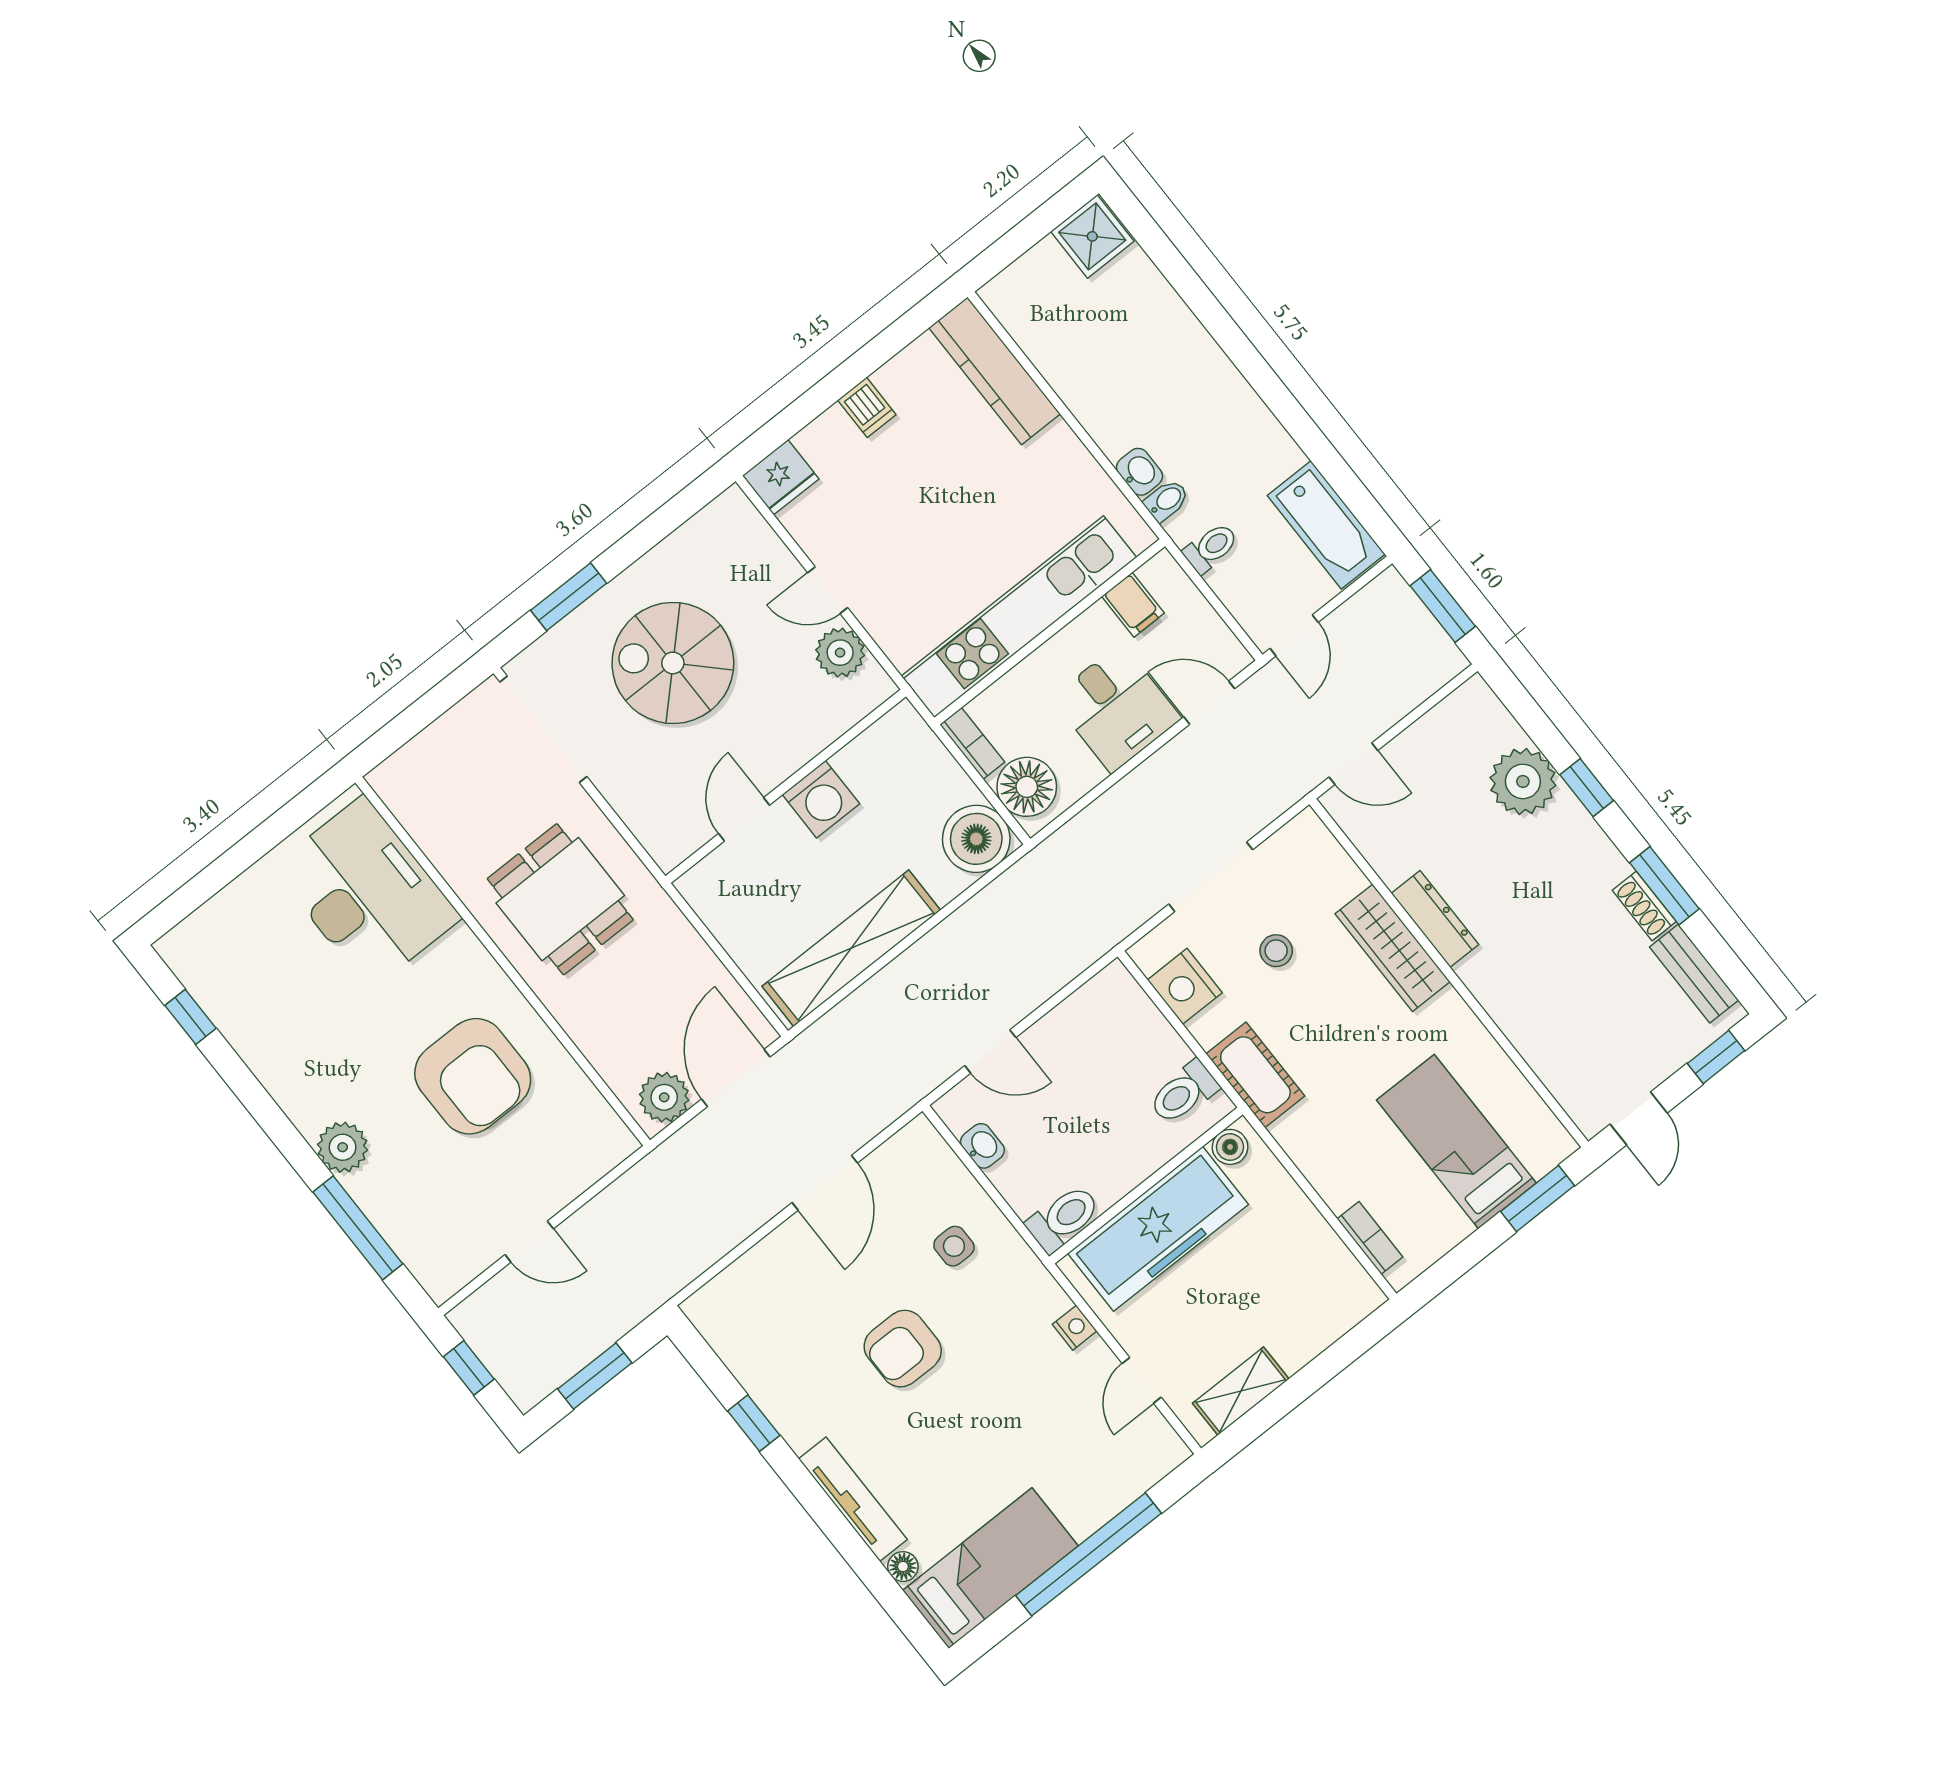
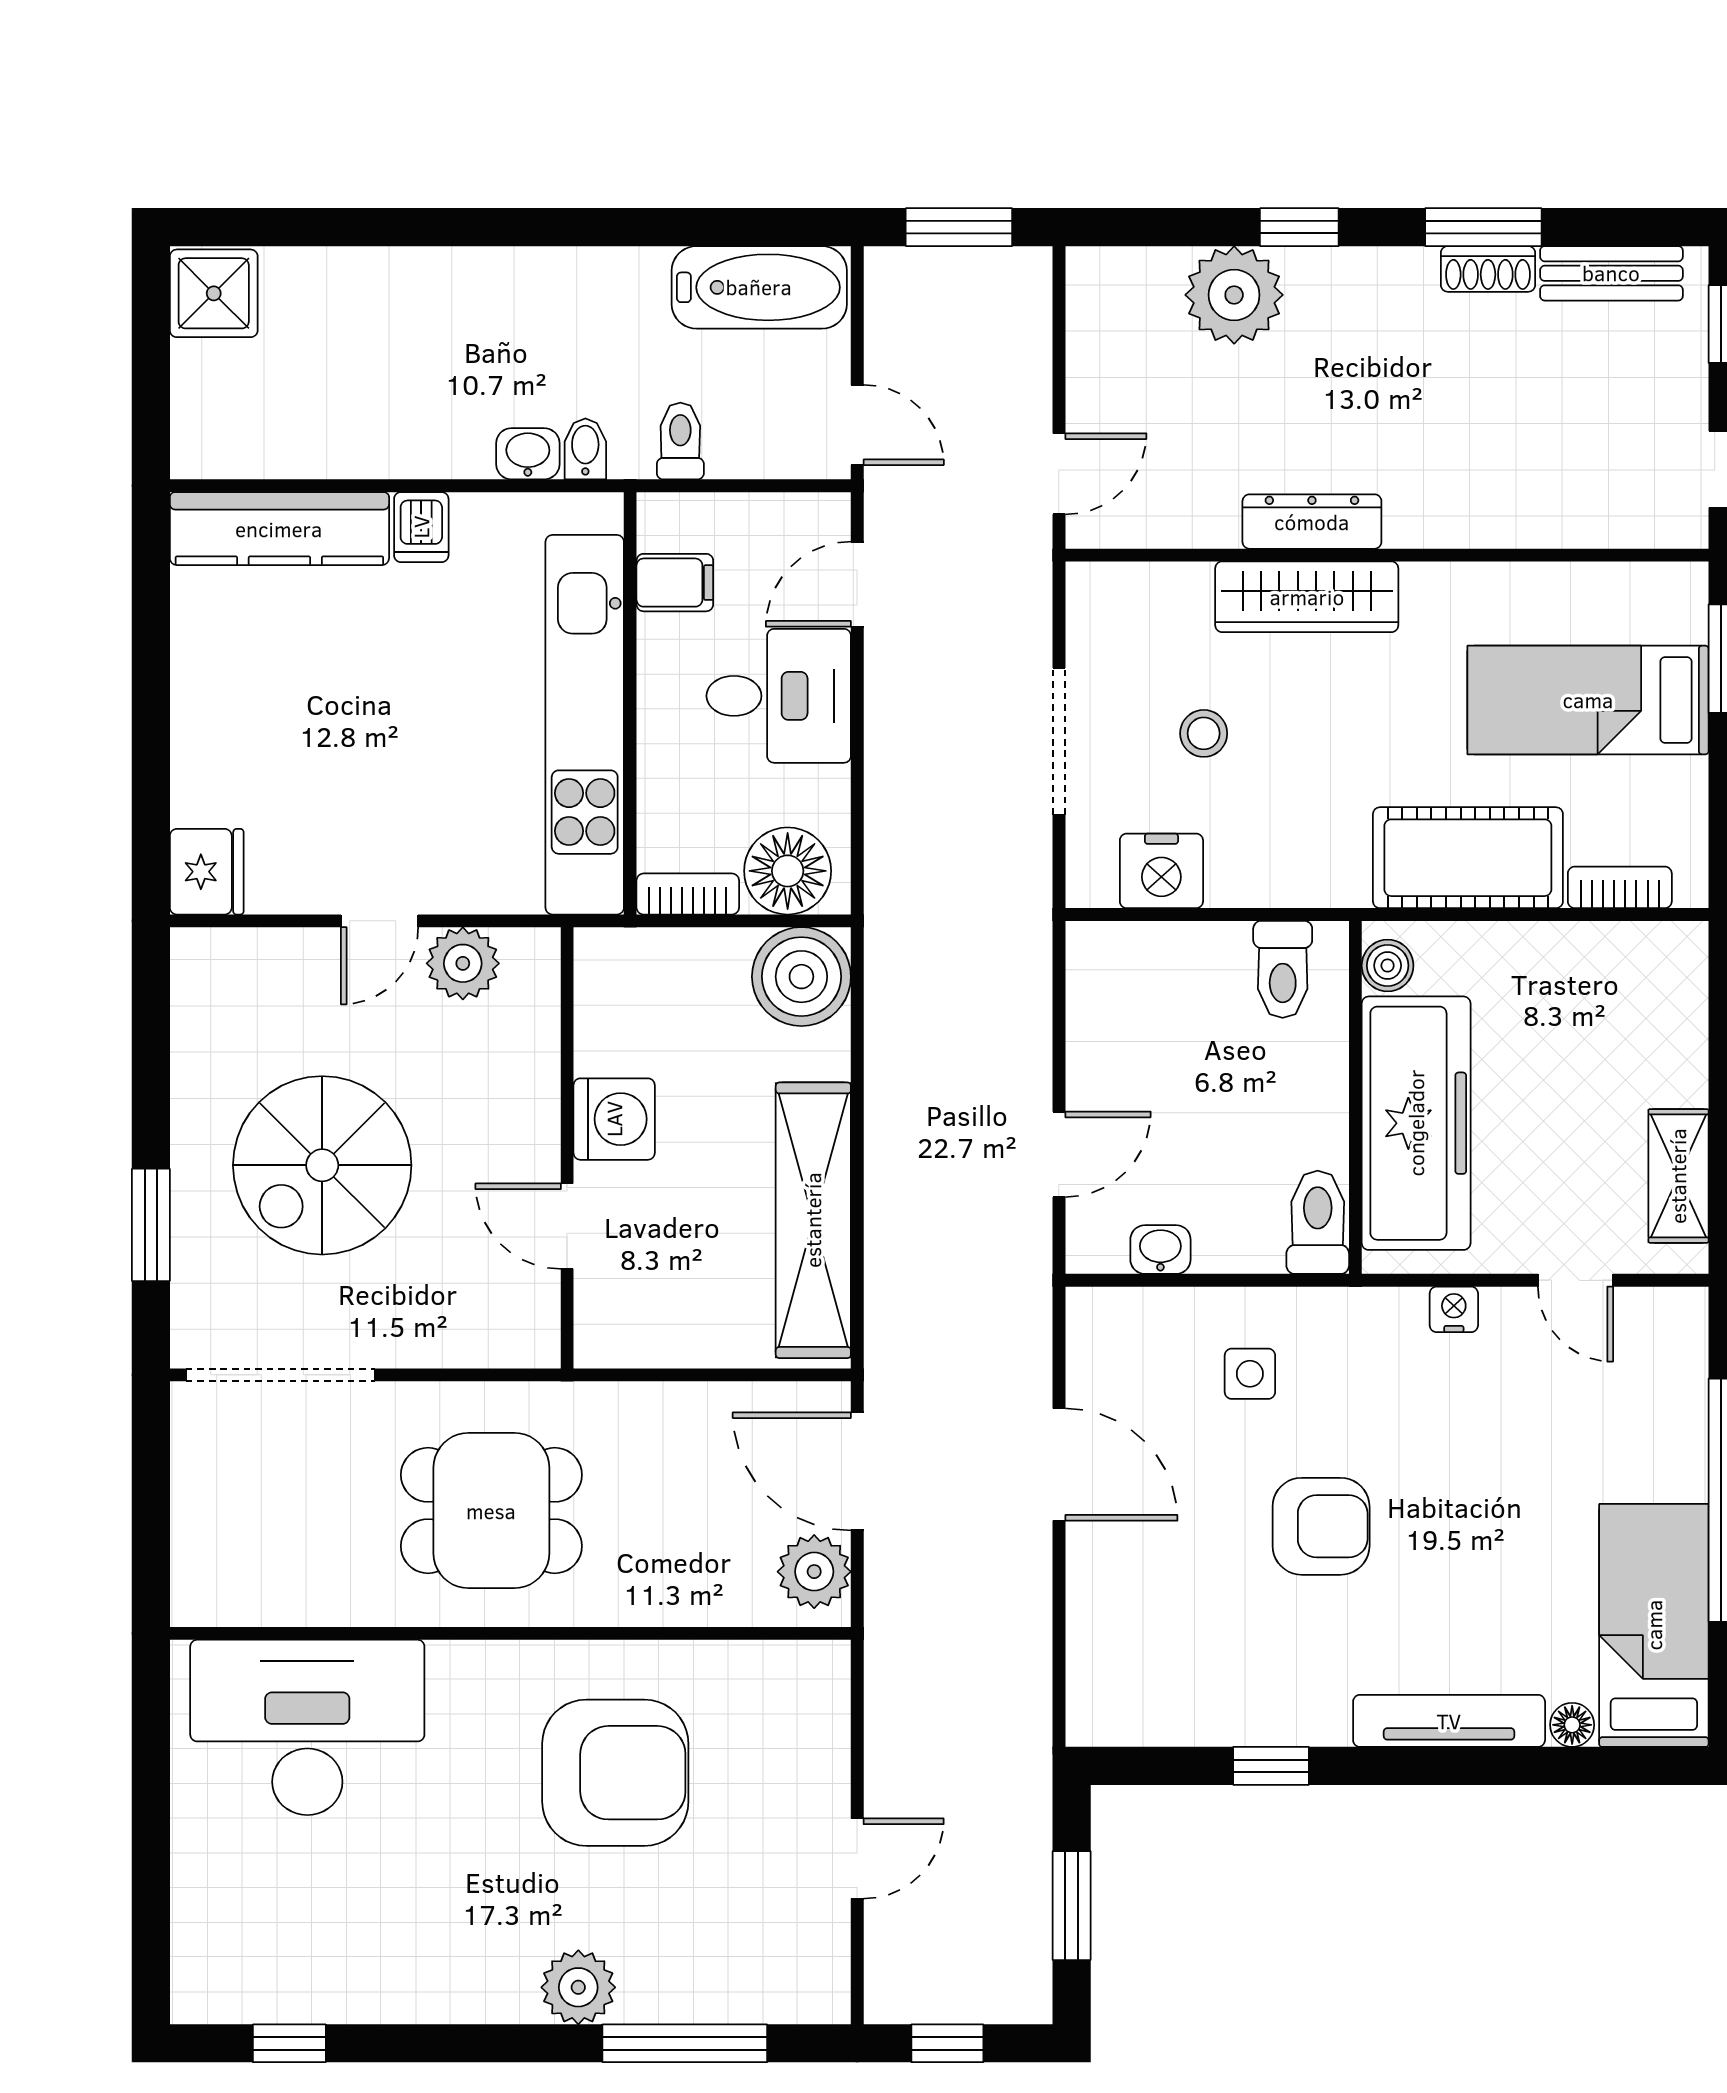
dishwasher: (867, 407) -> (421, 527), moved, turned 90
cot: (1255, 1075) -> (1468, 858), moved, width x1.37, depth x1.34
armchair: (903, 1349) -> (1321, 1526), turned -90

